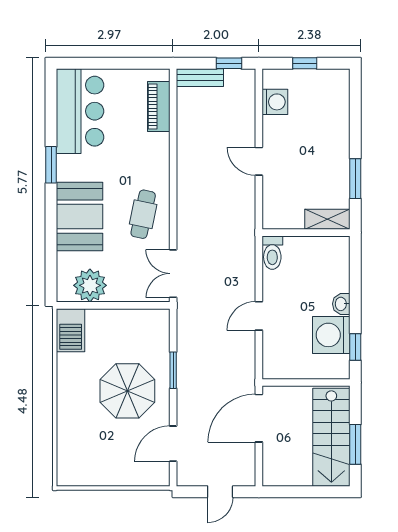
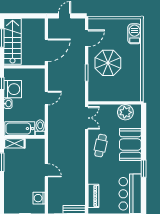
bathtub: (316, 251) -> (20, 129), added
barbecue: (71, 330) -> (135, 34), moved

